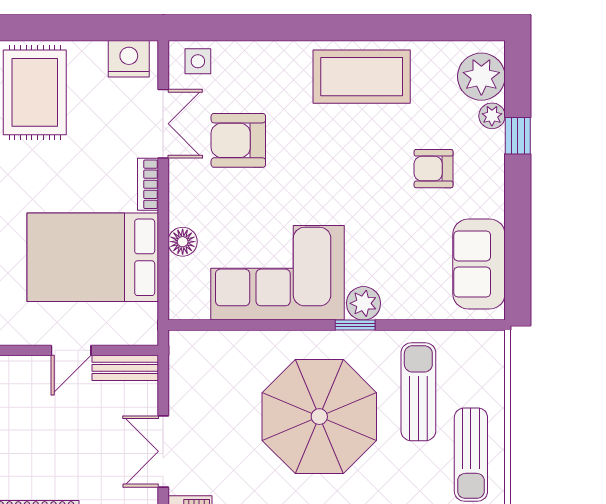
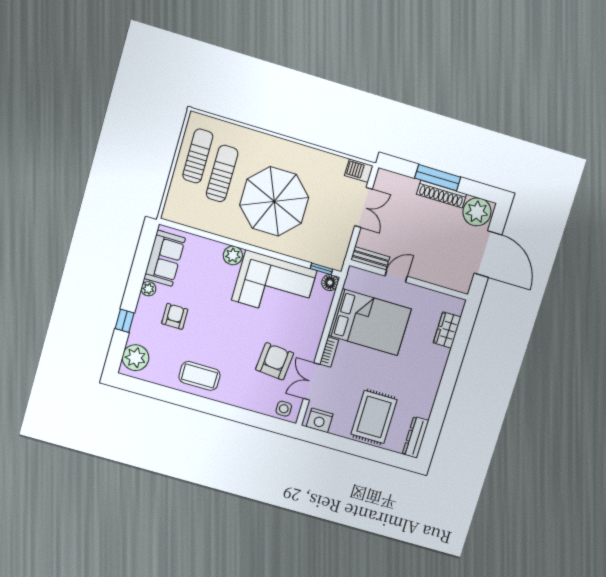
coffee table: (362, 77) -> (199, 376), width x0.73, depth x0.76
plant: (492, 116) -> (148, 289), moved
armchair: (238, 140) -> (275, 361), turned -85
armchair: (434, 169) -> (175, 316), turned -90
floor lamp: (183, 242) -> (330, 283), moved
window: (355, 325) -> (321, 269), moved
sun lounger: (418, 392) -> (222, 174), moved, turned 180

